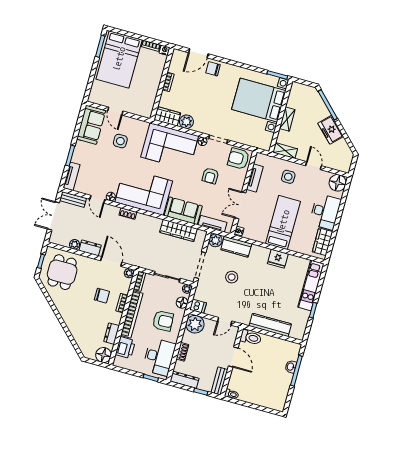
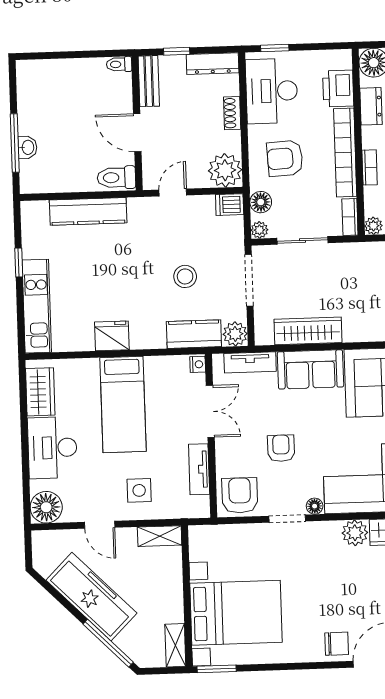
shelving: (287, 119) -> (175, 645), moved
freezer: (331, 130) -> (91, 597), width x1.91, depth x1.26
armchair: (238, 159) -> (240, 495), turned -90

